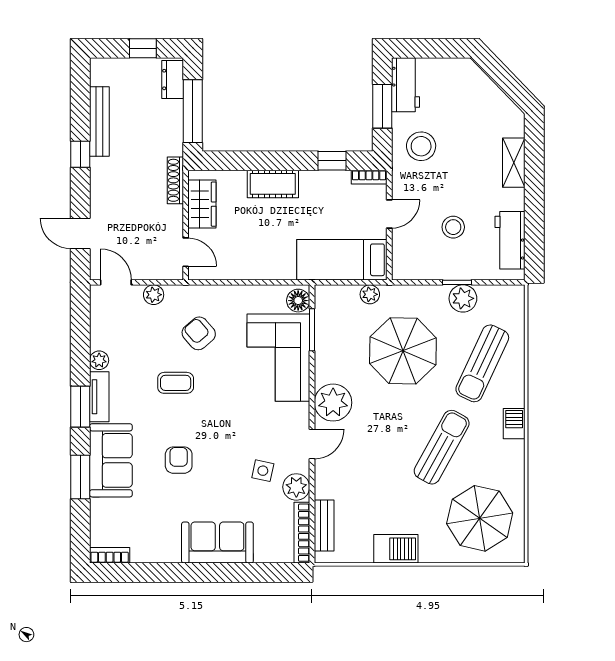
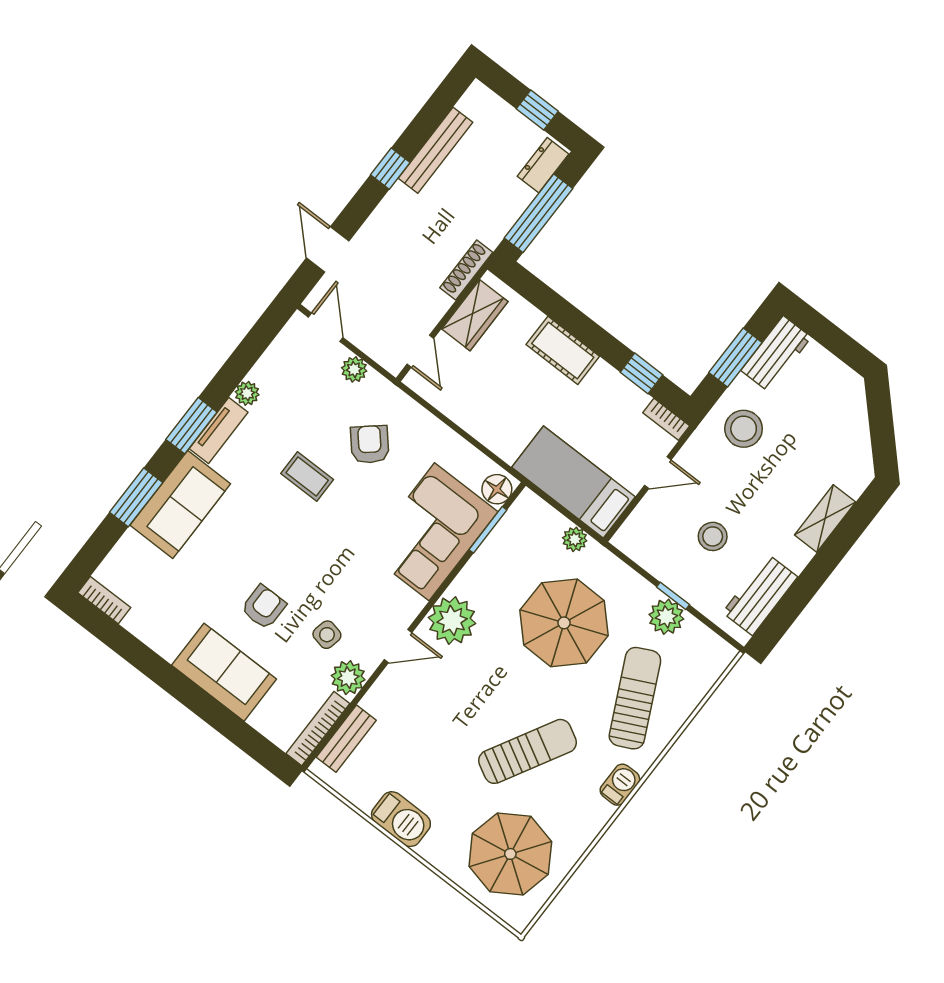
sun lounger: (482, 363) -> (635, 698), turned 129
armchair: (179, 460) -> (264, 607), moved

